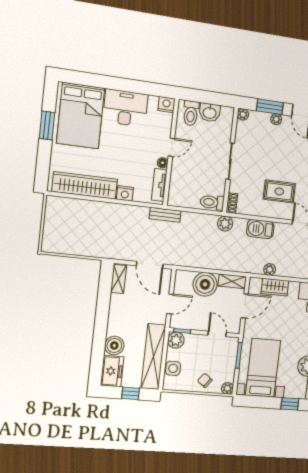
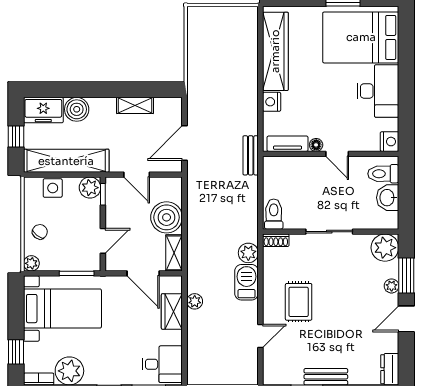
plant: (243, 114) -> (385, 248), width x1.88, depth x1.88
plant: (225, 224) -> (248, 253), moved
shelving: (119, 279) -> (135, 105), moved

